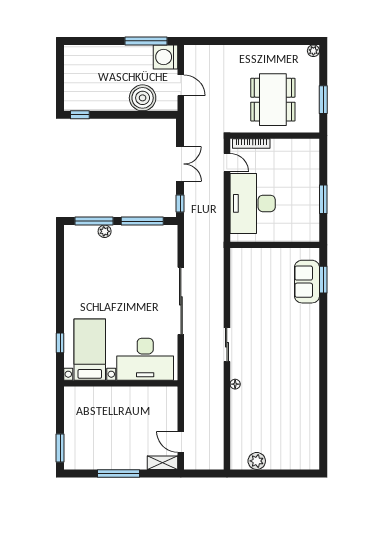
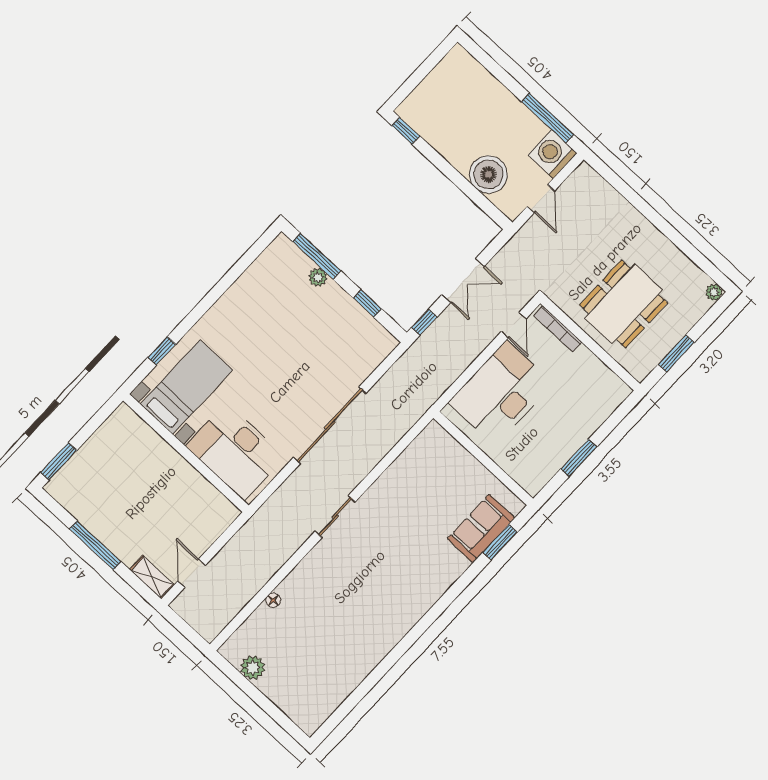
window: (142, 221) -> (367, 303), width x0.46
floor lamp: (235, 384) -> (273, 600), moved

